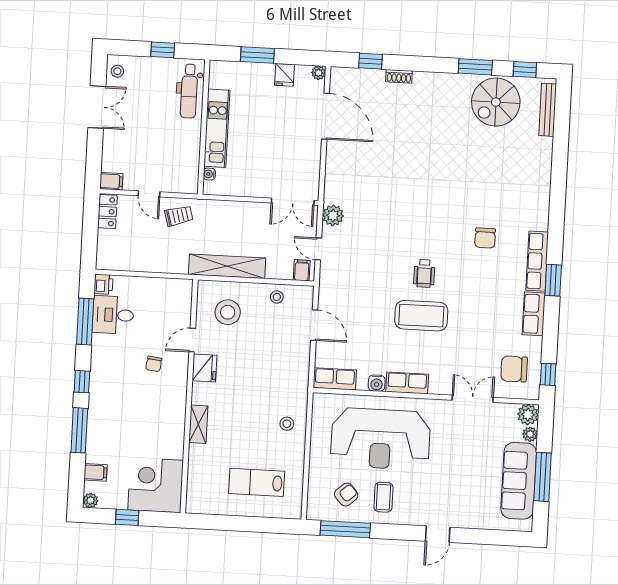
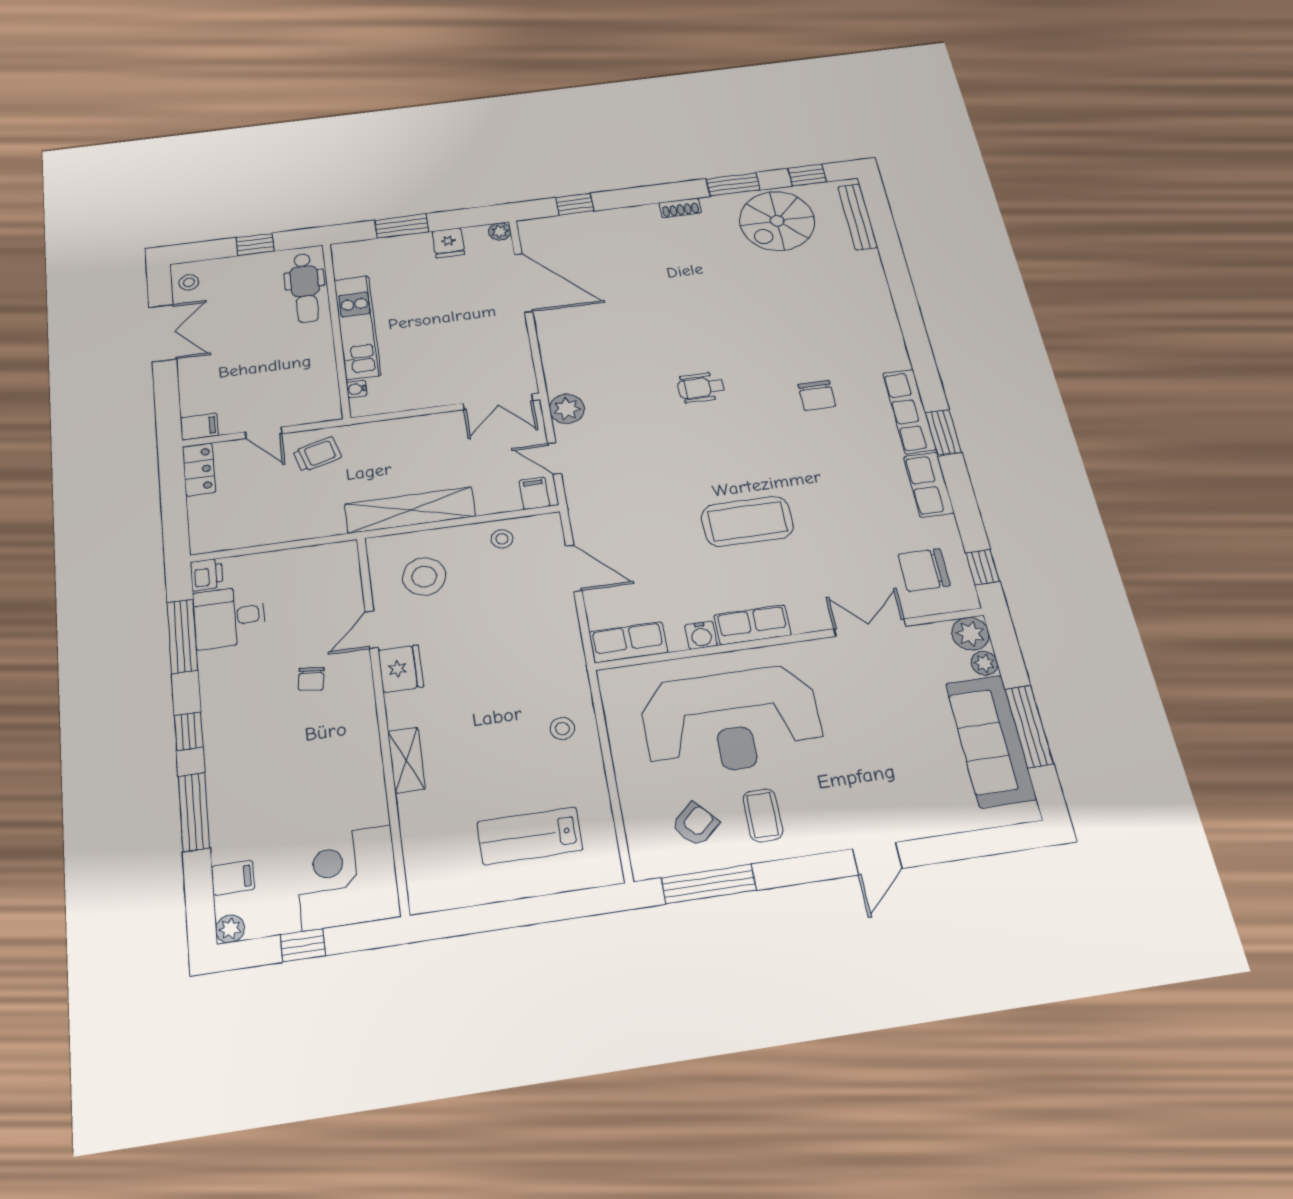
shoe rack: (399, 76) -> (680, 208), moved
wheelchair: (424, 273) -> (701, 387), moved, turned 90

